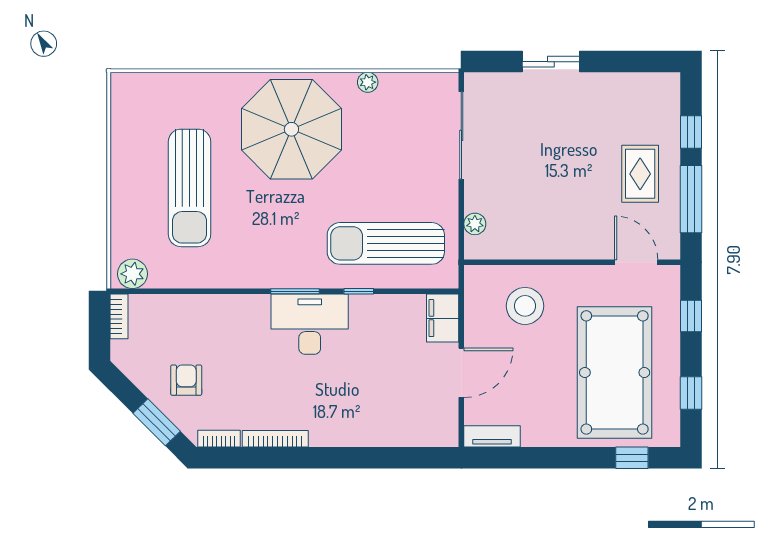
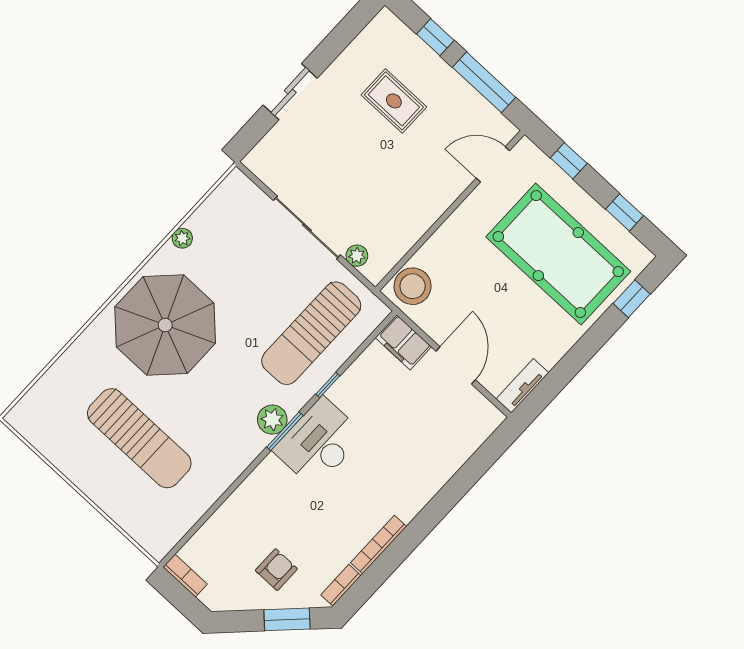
sliding door: (461, 135) -> (307, 228), moved
rug: (640, 174) -> (394, 101), moved
plant: (132, 274) -> (272, 420), moved
stool: (525, 306) -> (413, 286), moved
armchair: (186, 380) -> (276, 570), turned 90

